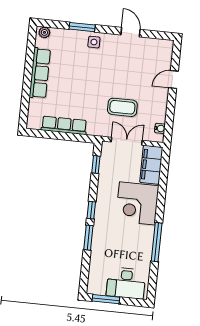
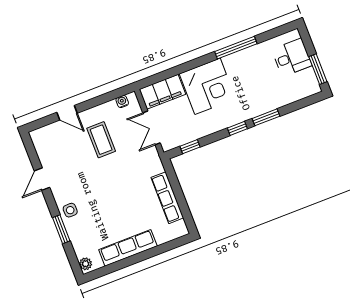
coffee table: (122, 107) -> (101, 140), moved
desk: (126, 283) -> (292, 57), width x0.73

